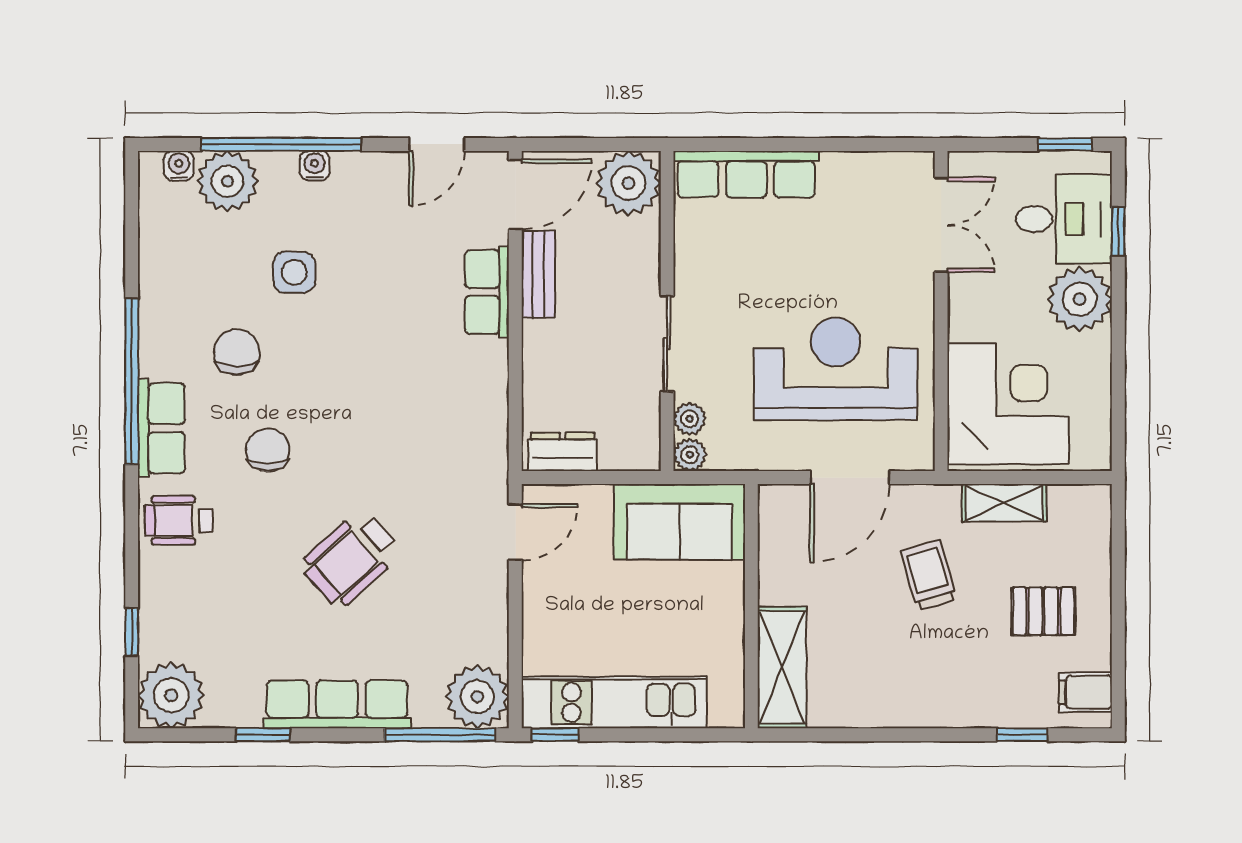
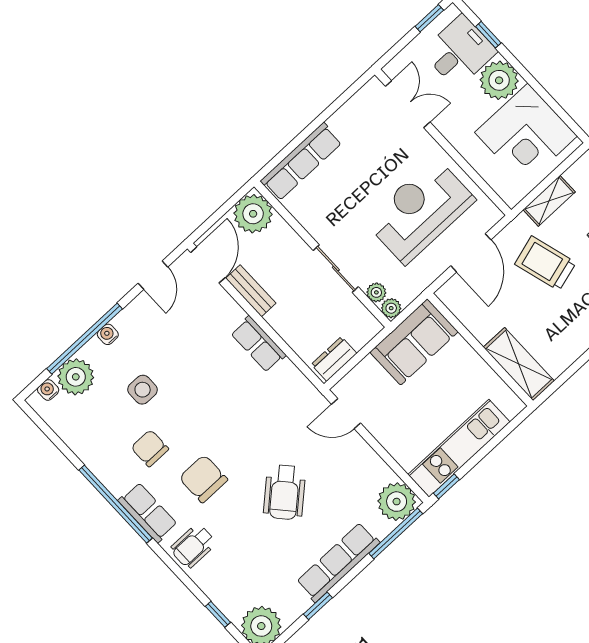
row of seats: (487, 292) -> (258, 344), moved
corner desk: (1008, 404) -> (526, 134), moved, turned 180
chair: (268, 450) -> (203, 479), width x1.37, depth x1.37
door: (515, 532) -> (346, 414), swing flipped
trolley: (929, 575) -> (545, 263), width x1.36, depth x1.39

